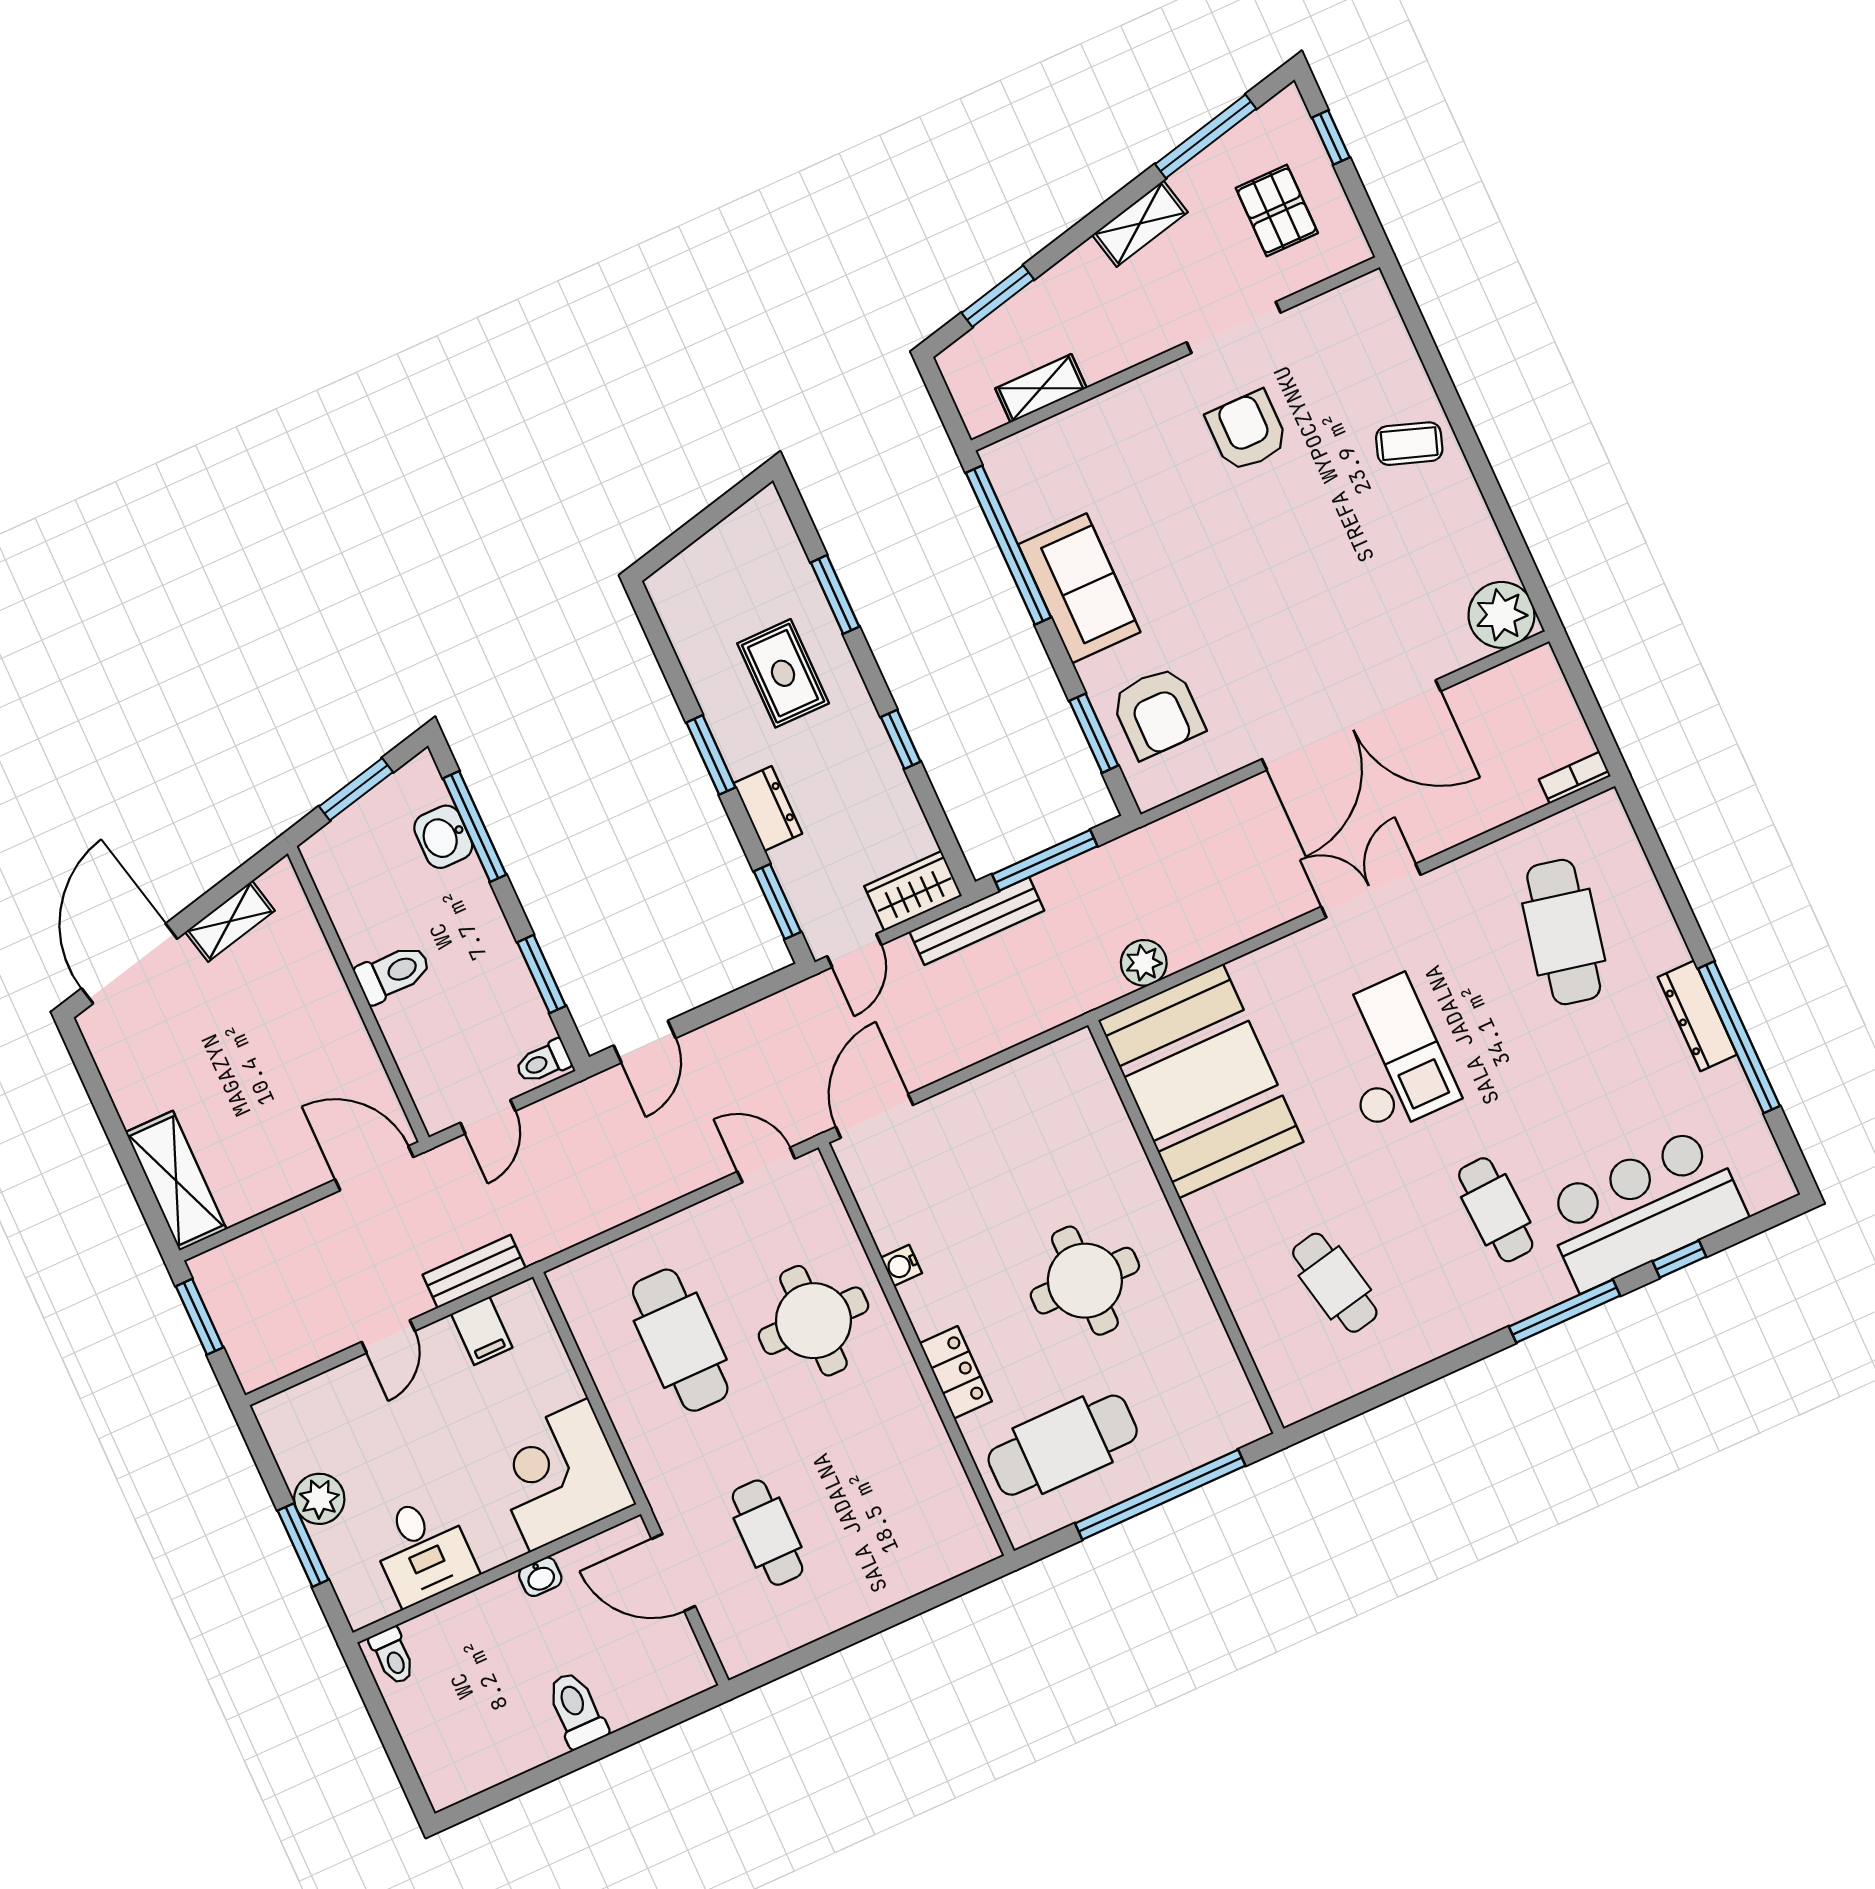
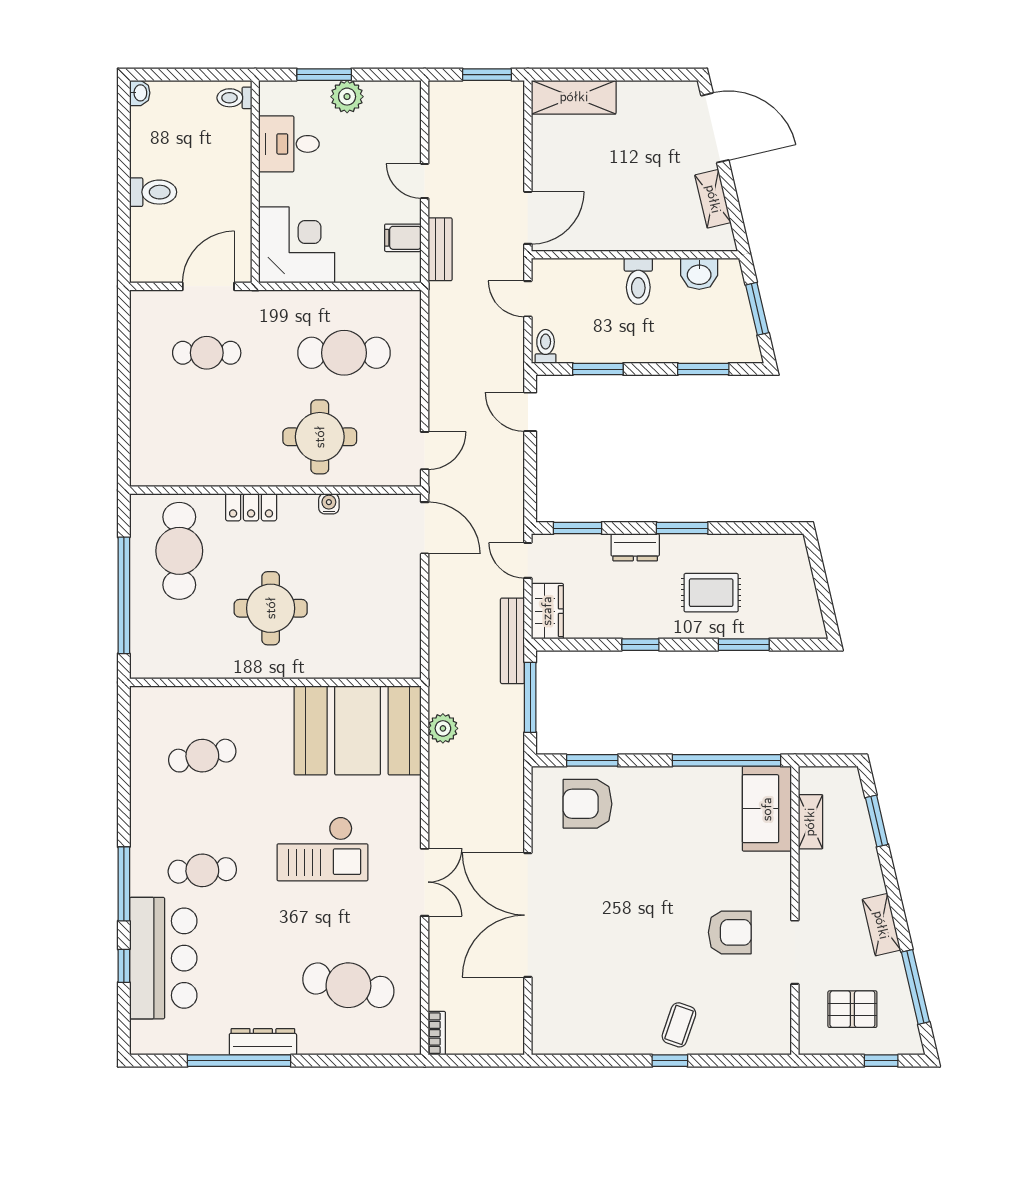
window: (1465, 434) -> (670, 1061), added
sofa: (1079, 588) -> (767, 809), moved, turned 90
plant: (1501, 615) -> (553, 1034), removed
window: (475, 826) -> (703, 369), width x0.69
washbasin: (443, 837) -> (699, 274), moved, turned 180
washbasin: (540, 1577) -> (140, 93), moved, turned 180

